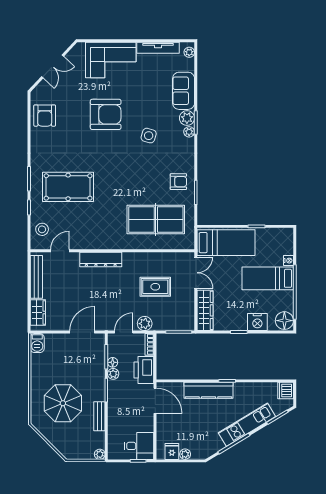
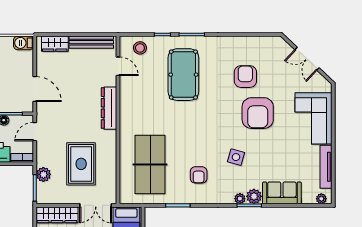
armchair: (45, 116) -> (245, 77), moved, turned 90
armchair: (178, 182) -> (199, 175), moved
rug: (155, 287) -> (81, 164), width x1.36, depth x1.43
plant: (145, 324) -> (43, 174), moved
door: (124, 332) -> (35, 132), swing flipped

